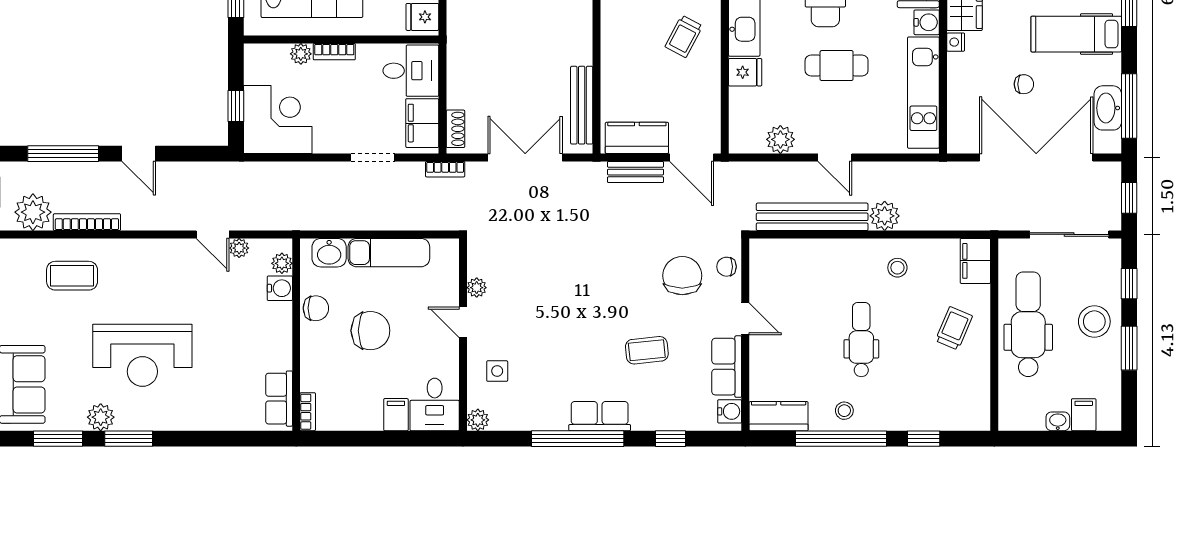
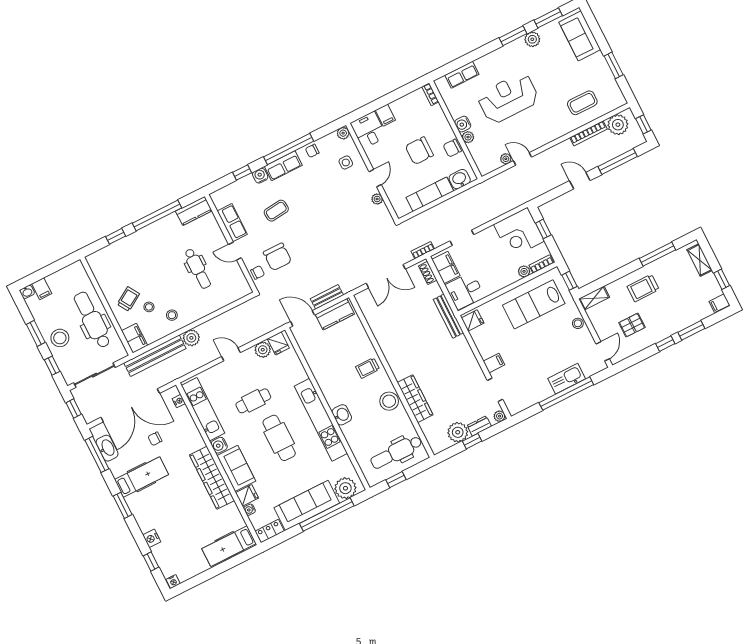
trolley: (684, 36) -> (368, 368), moved, turned -118
nightstand: (956, 42) -> (179, 401), moved
bookcase: (334, 52) -> (541, 264), moved
fridge: (745, 72) -> (278, 343), moved, turned -90
bench: (582, 105) -> (448, 316), moved
bench: (812, 217) -> (155, 356), moved
plant: (282, 263) -> (468, 137), moved
water cooler: (280, 288) -> (463, 124), moved
door: (463, 322) -> (375, 178), hinge flipped
dental chair: (1028, 324) -> (92, 320), turned 180
trolley: (954, 328) -> (128, 299), turned -145
dental chair: (861, 340) -> (198, 269), moved
reception desk: (142, 355) -> (508, 98), moved
row of seats: (279, 399) -> (462, 75), moved, turned 90
water cooler: (730, 411) -> (260, 176), moved, turned 90
stool: (844, 411) -> (149, 307), moved
chair: (541, 417) -> (312, 151), added
washbasin: (1058, 421) -> (27, 292), moved

